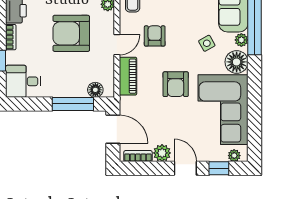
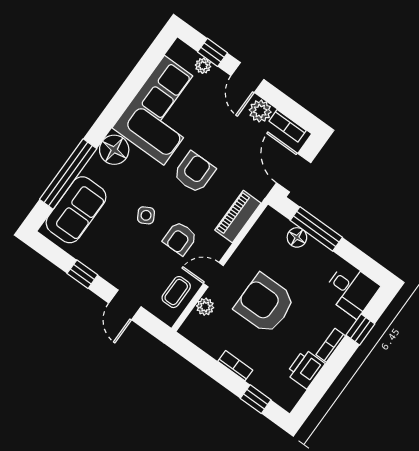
armchair: (71, 33) -> (265, 304), turned 180
plant: (241, 40) -> (93, 169), removed
side table: (207, 43) -> (146, 215), moved
door: (117, 45) -> (213, 275), moved
floor lamp: (95, 90) -> (297, 237), moved
plant: (234, 156) -> (203, 66), moved

